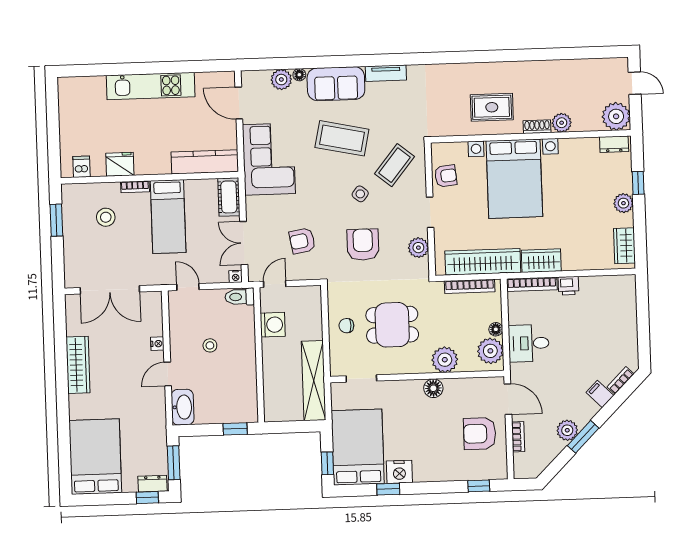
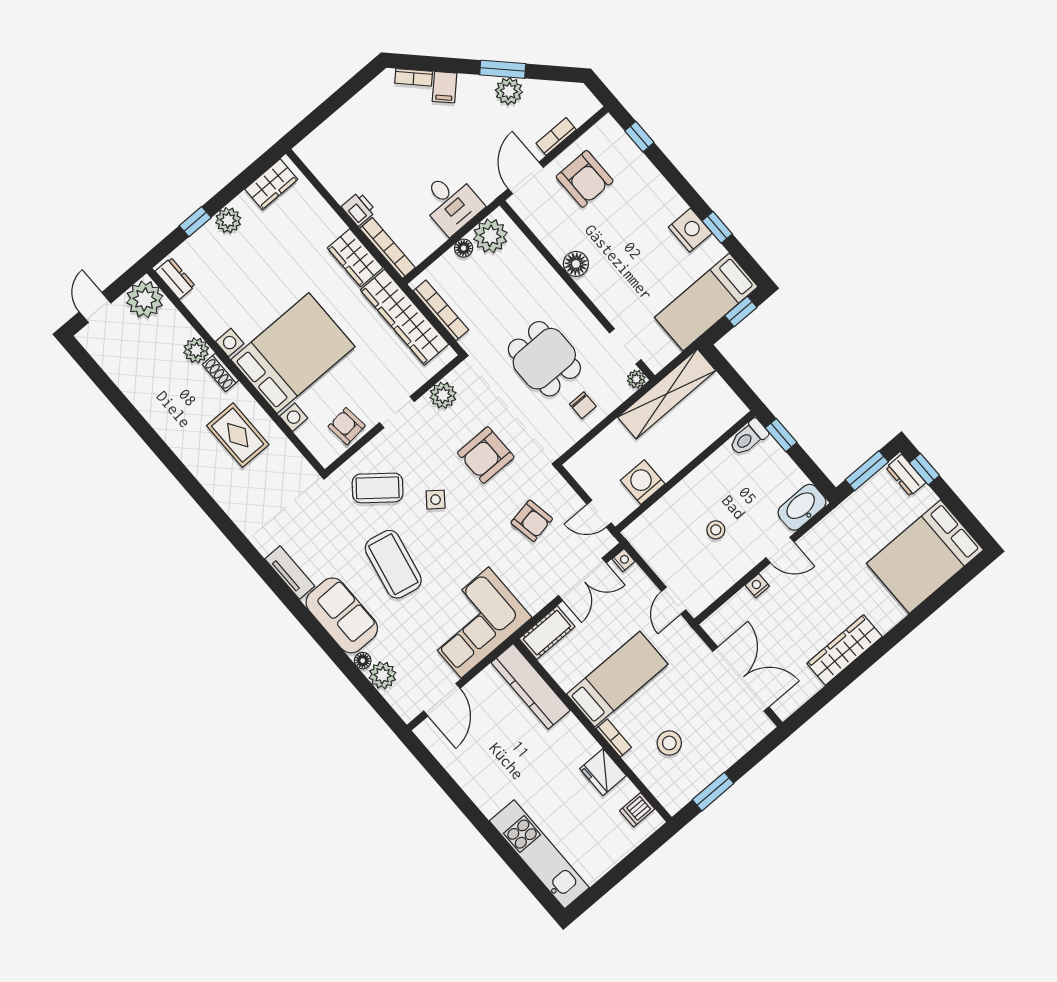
kitchen unit: (151, 86) -> (539, 854), moved
toilet: (240, 297) -> (748, 438), moved, turned 90
plant: (445, 360) -> (636, 379), moved, width x0.53, depth x0.53
bed: (358, 447) -> (706, 302), width x0.67

